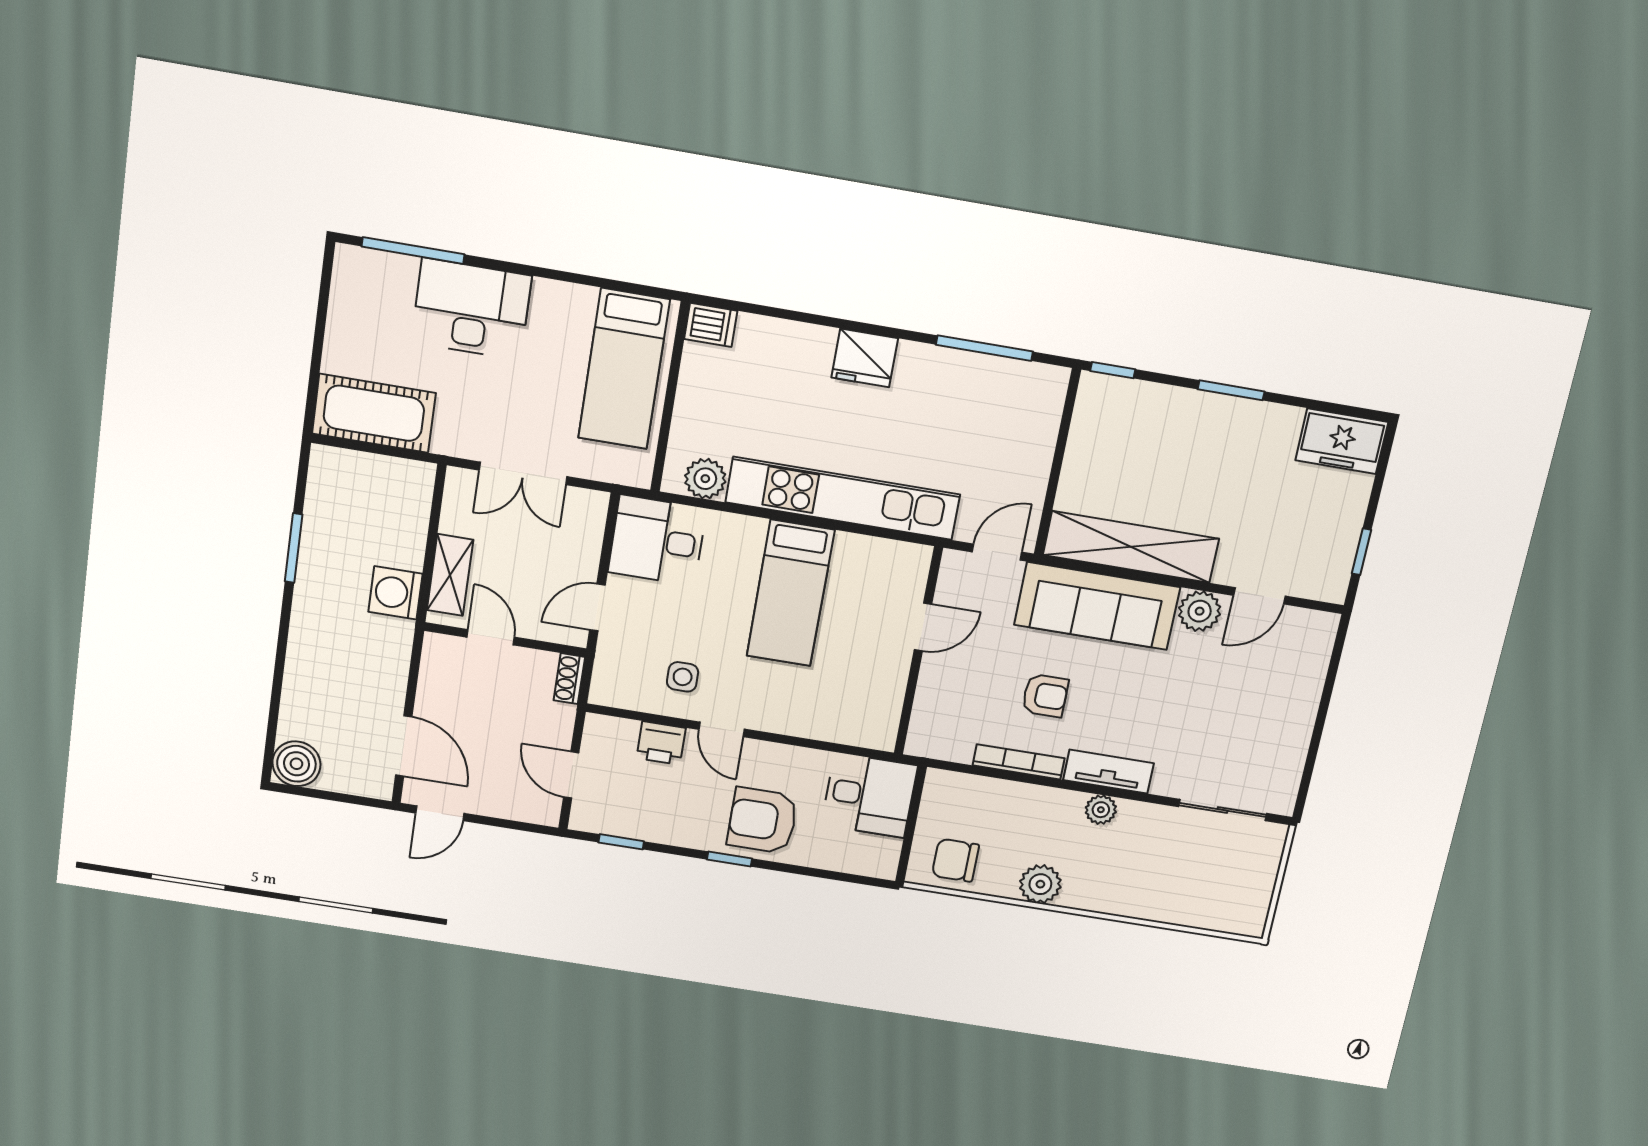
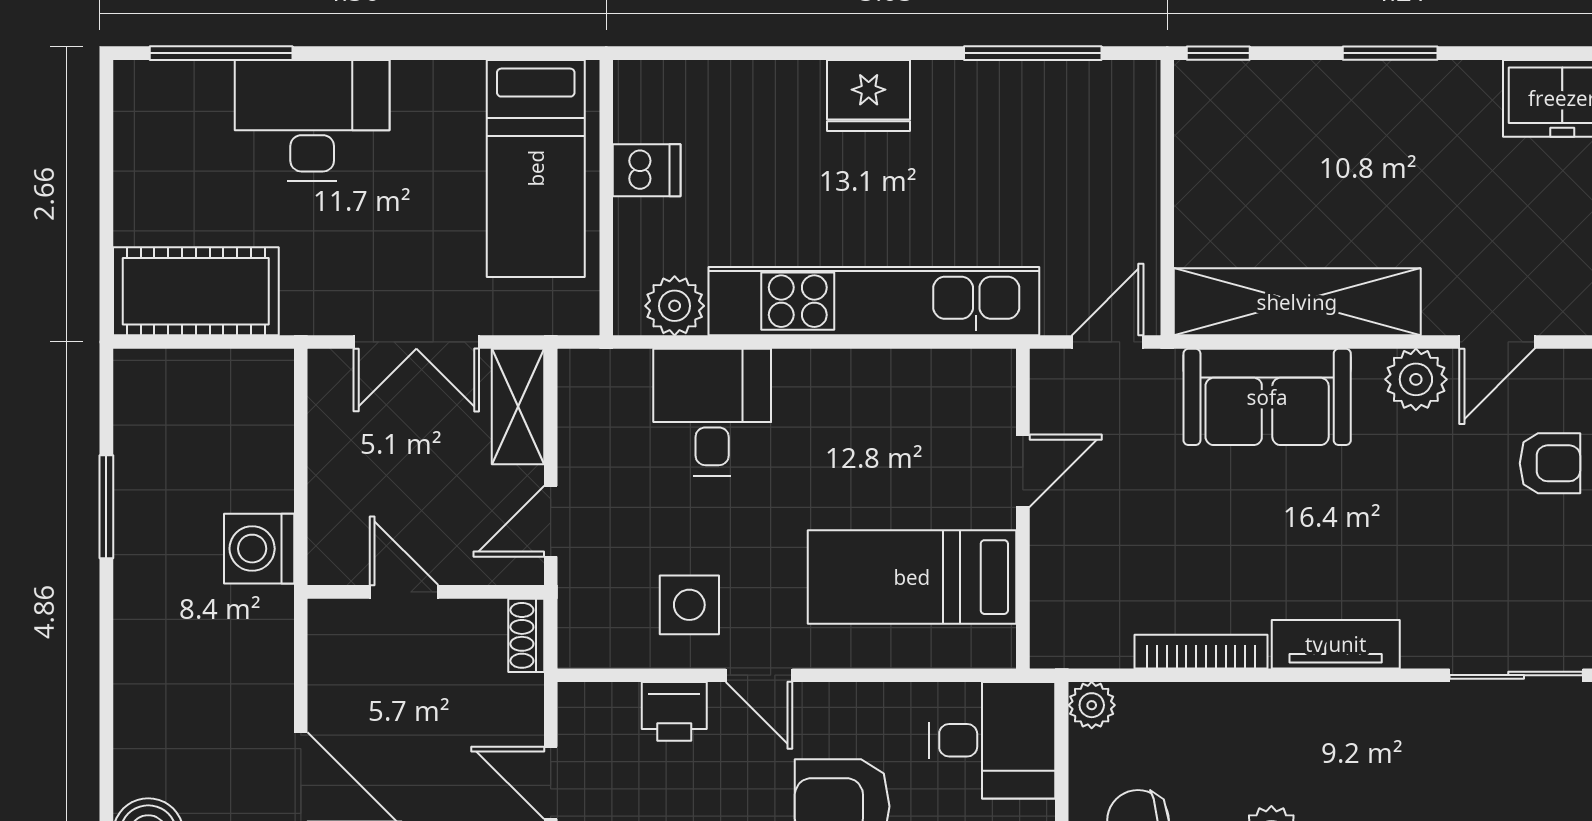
dishwasher: (711, 325) -> (647, 170), moved
desk: (657, 540) -> (712, 412), moved, turned 90
shelving: (450, 575) -> (518, 407), moved
bed: (790, 593) -> (912, 577), moved, turned 90
sofa: (1097, 606) -> (1267, 397), width x0.73
side table: (683, 677) -> (689, 605), width x1.37, depth x1.37
armchair: (1045, 696) -> (1550, 463), moved
plant: (1101, 810) -> (1092, 705), moved

